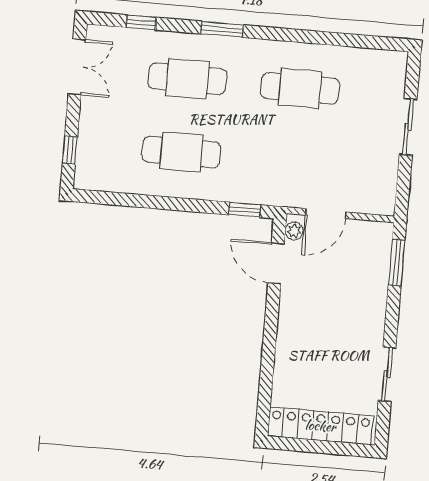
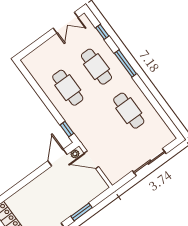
window: (222, 29) -> (125, 63), width x1.44
sliding door: (408, 127) -> (149, 162), width x1.37
window: (70, 150) -> (33, 47), removed
window: (397, 262) -> (82, 212), moved

